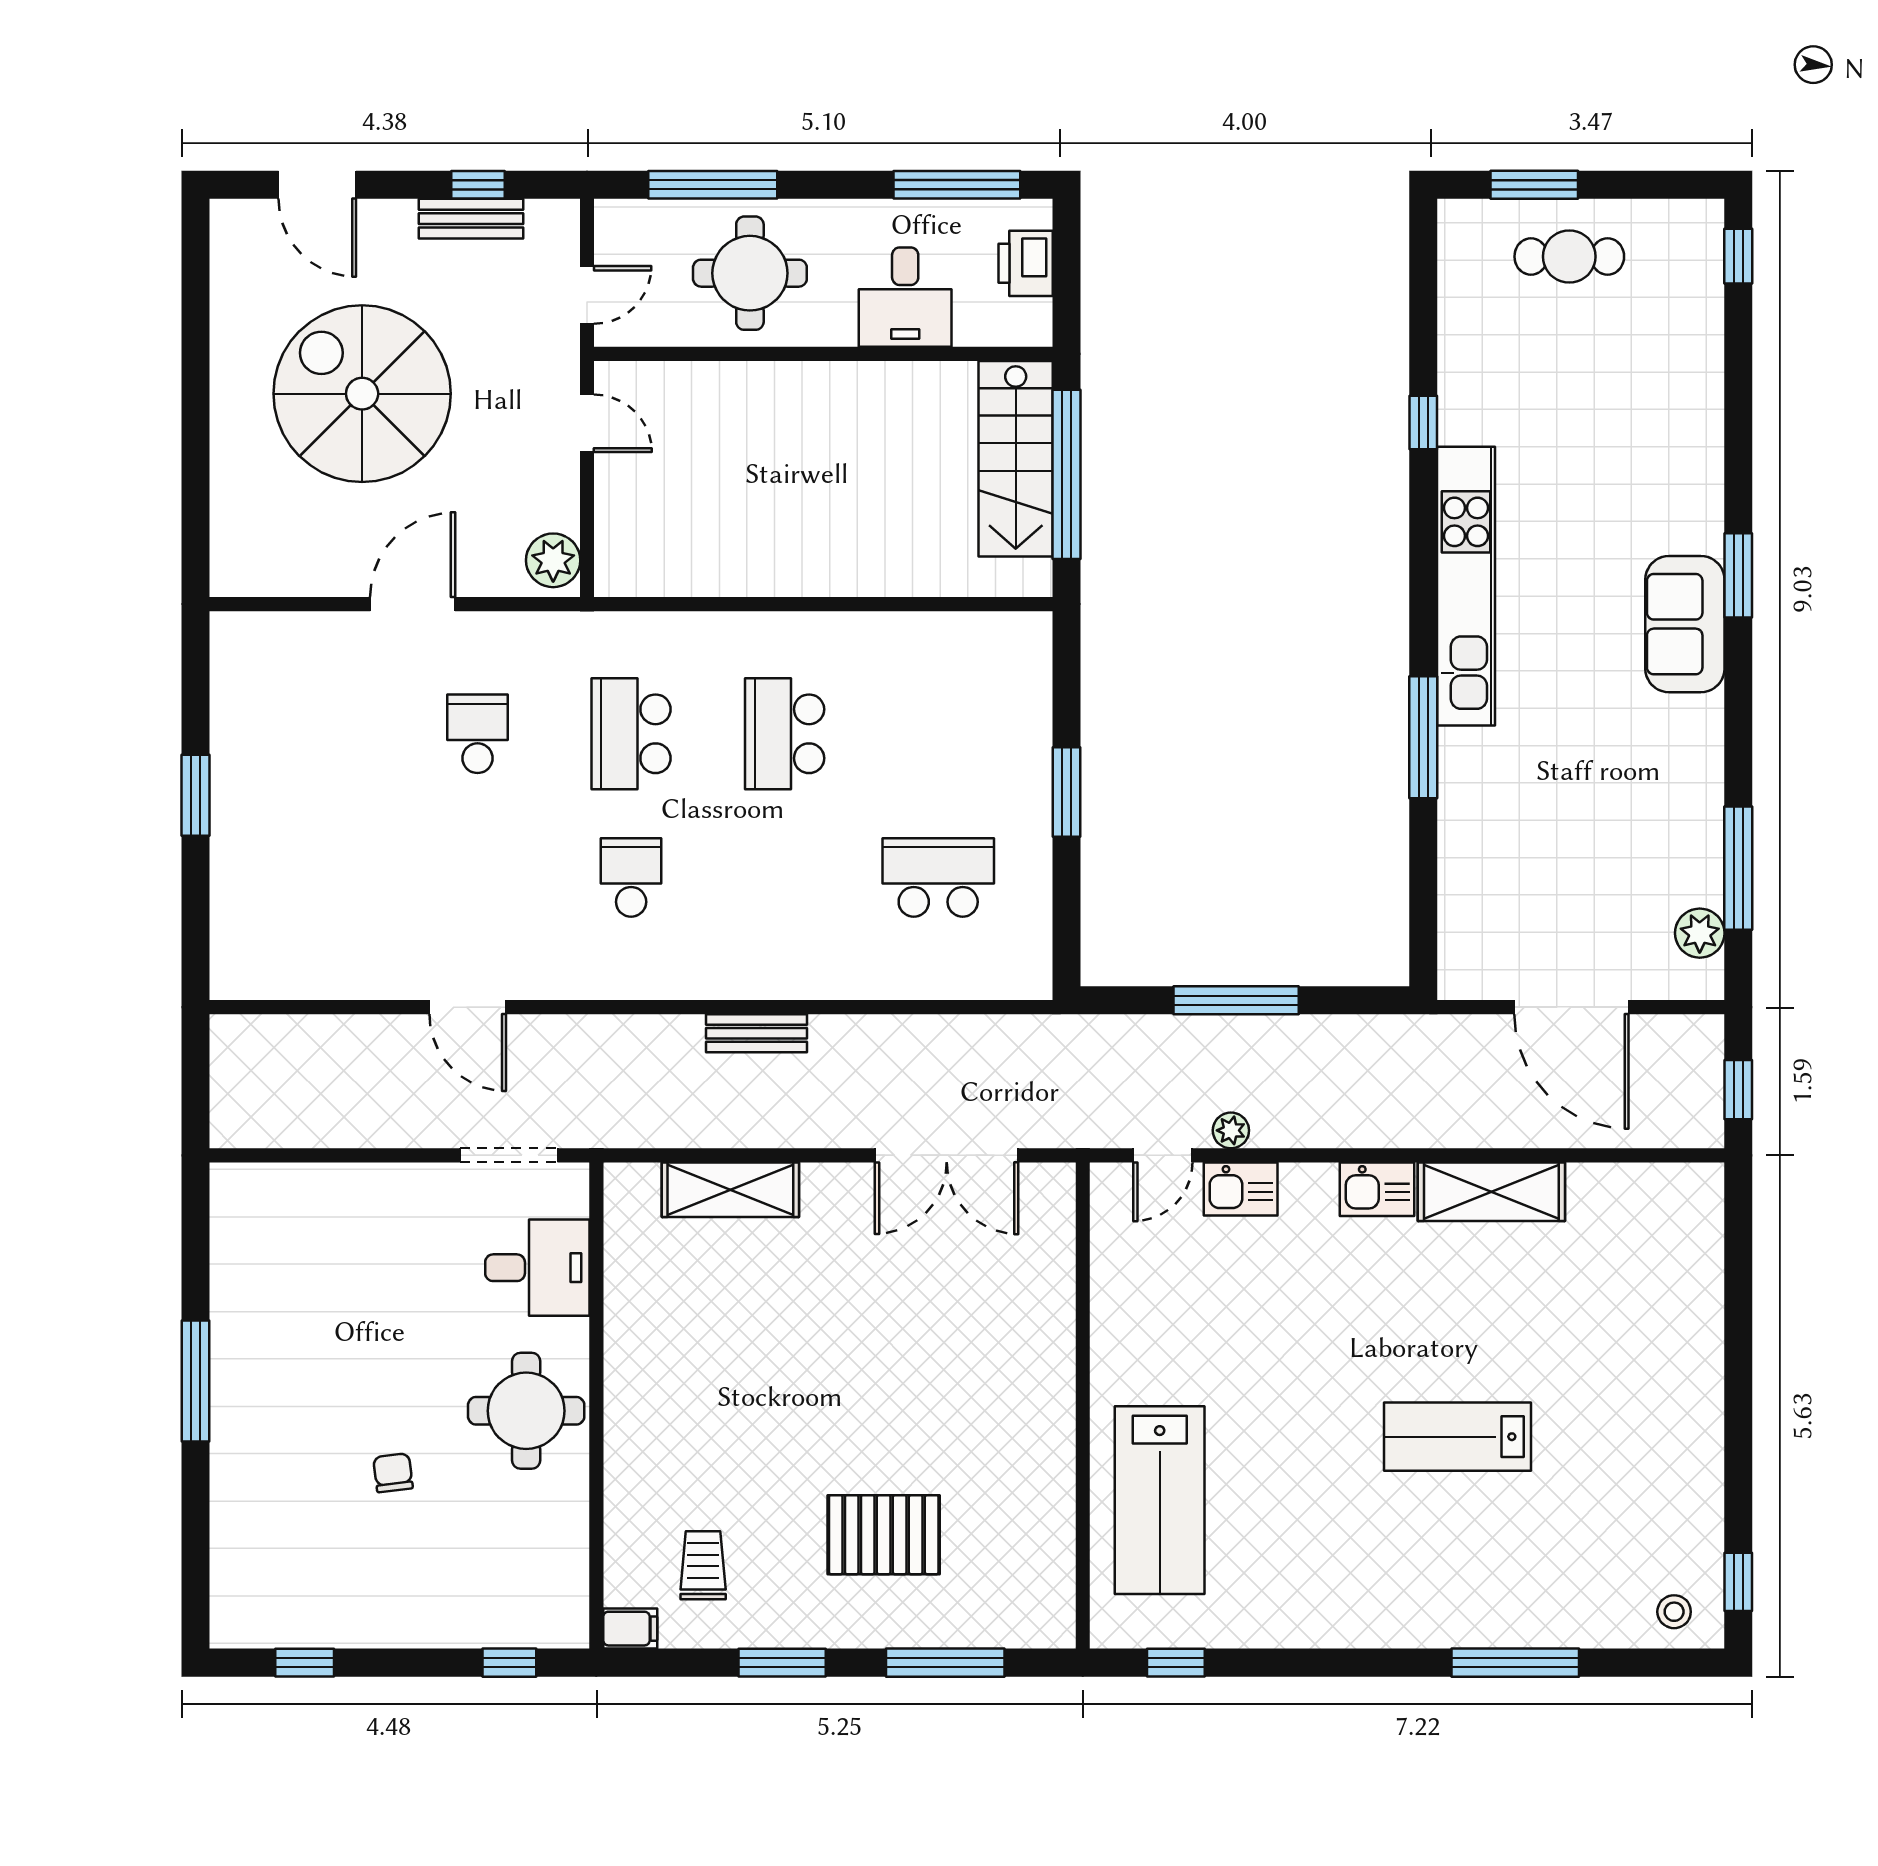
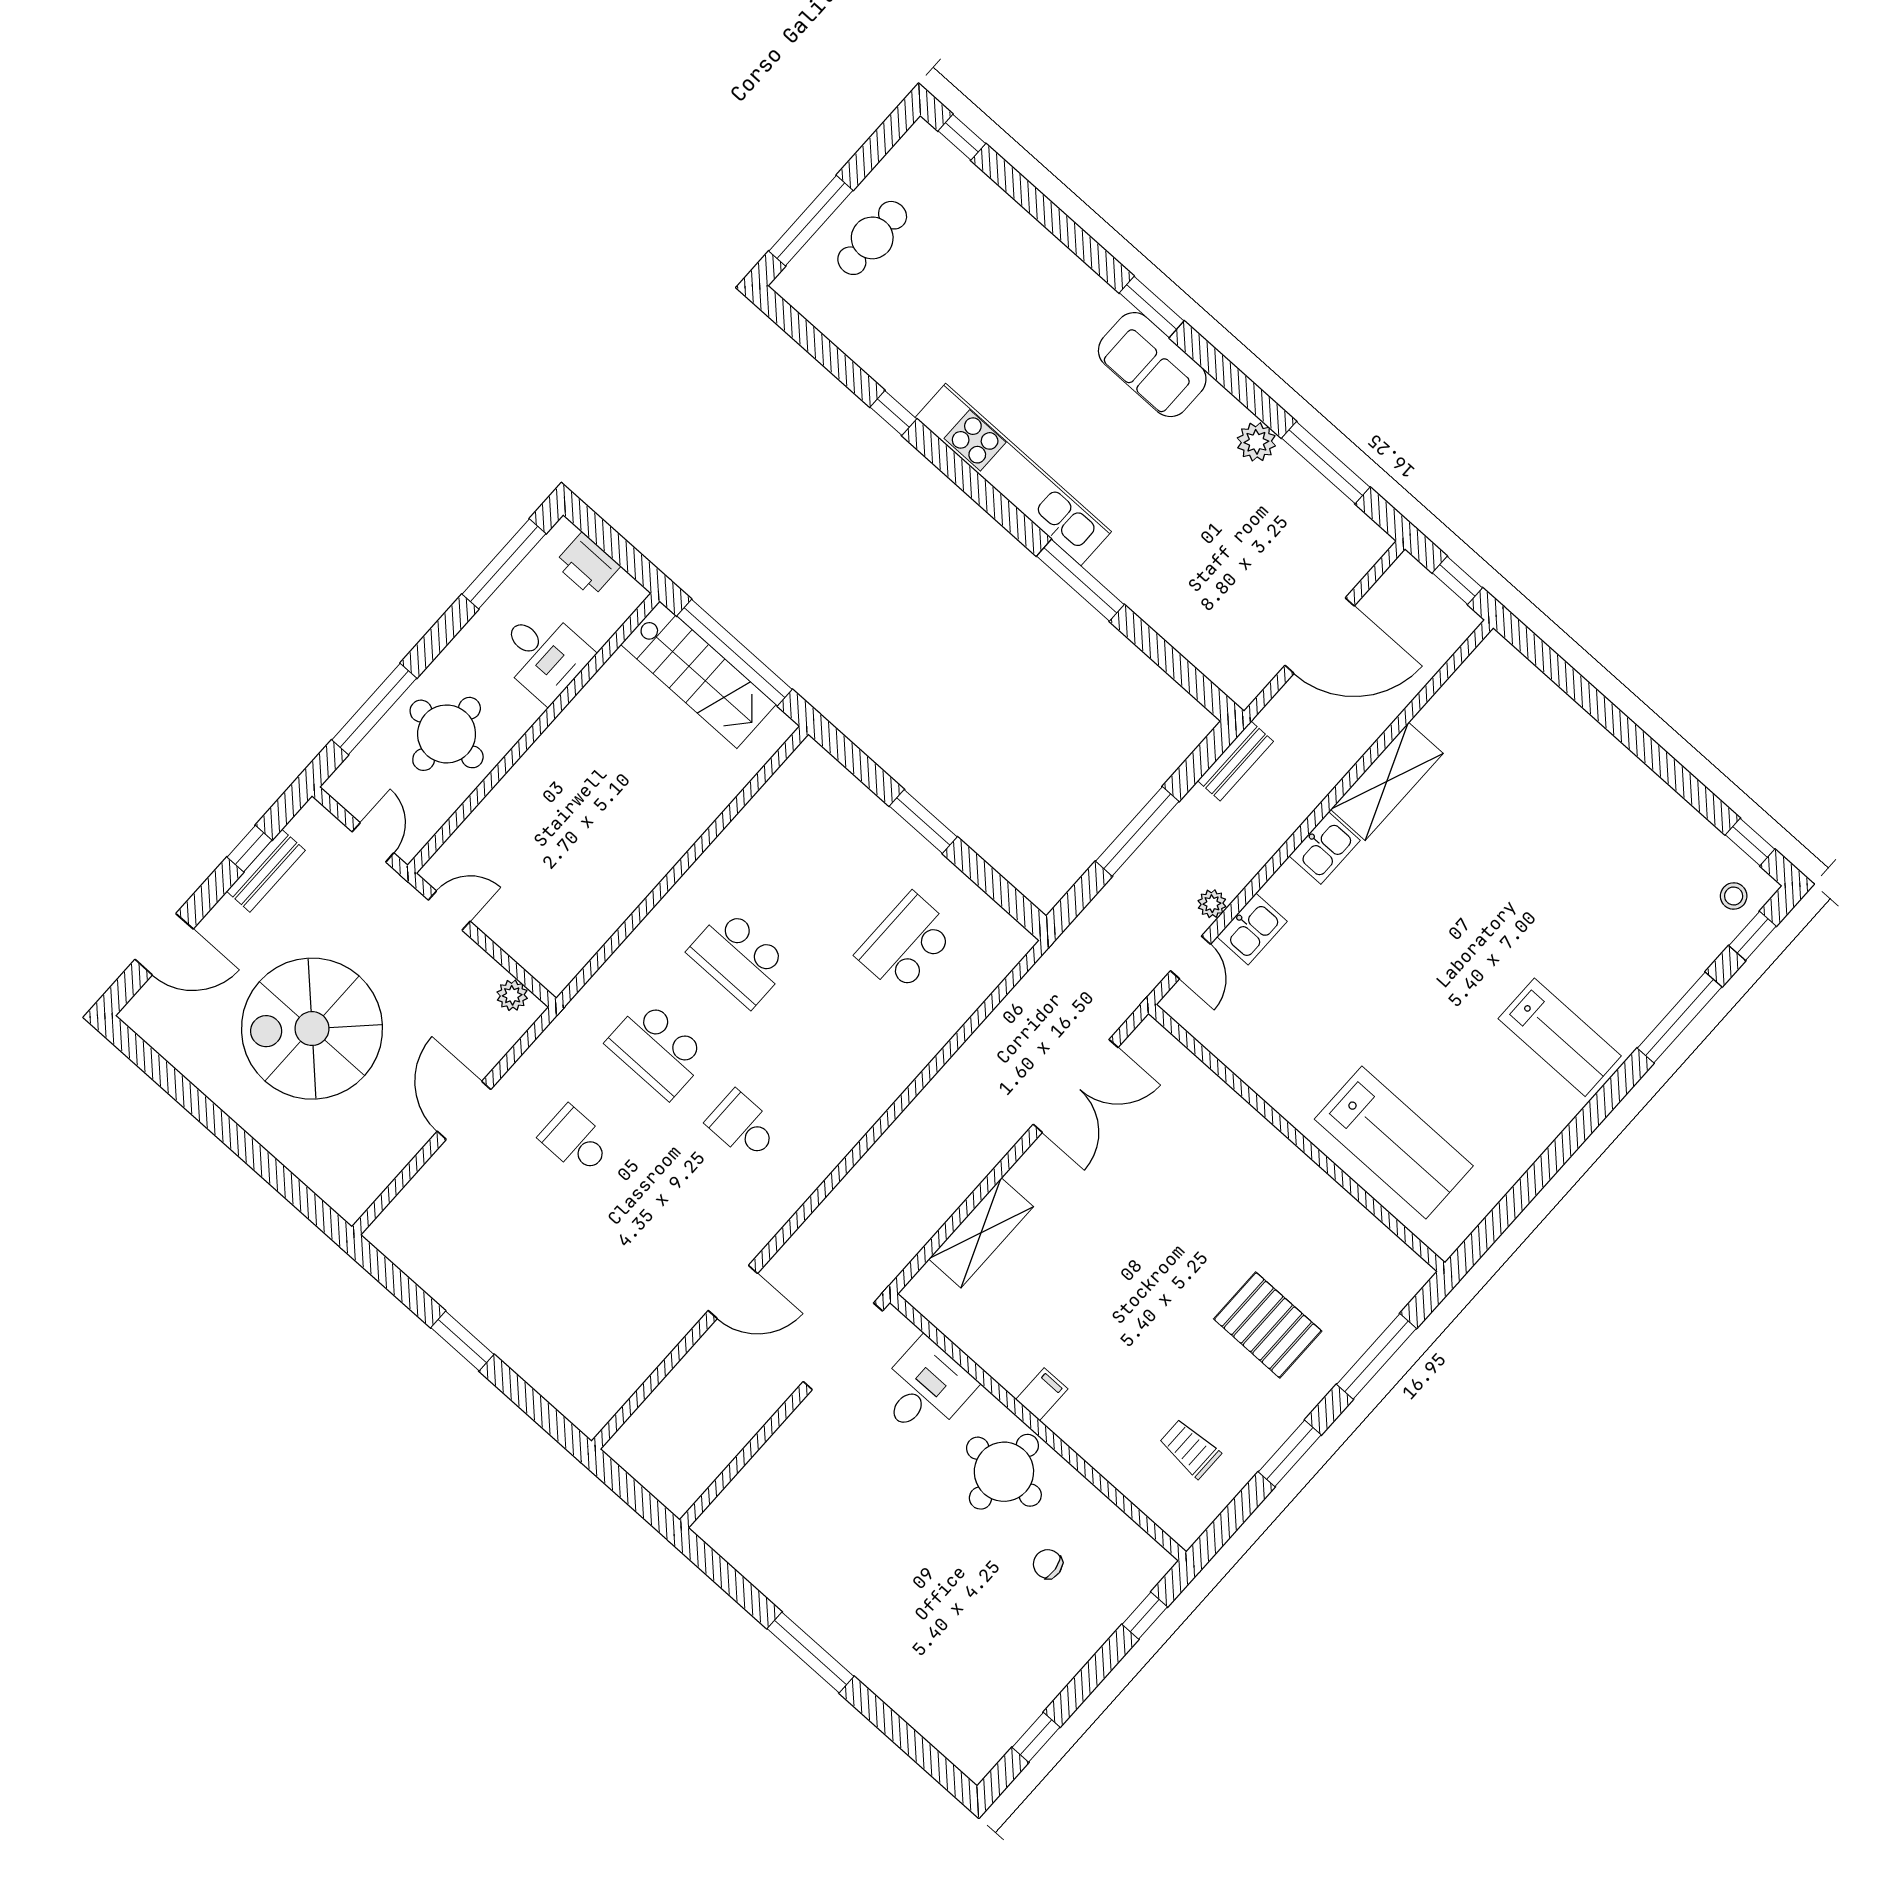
window: (1534, 185) -> (811, 221), width x1.44
plant: (553, 560) -> (512, 995), width x0.73, depth x0.73
plant: (1700, 933) -> (1256, 442), moved
bench: (757, 1033) -> (1235, 761), moved
doorway: (509, 1155) -> (843, 1346), width x1.36
lab bench: (1458, 1437) -> (1560, 1037), moved, turned -90
chair: (393, 1473) -> (1048, 1564), moved
pallet: (884, 1535) -> (1268, 1325), turned 90
filing cabinet: (630, 1629) -> (1042, 1394), moved
window: (1176, 1663) -> (1753, 936), moved

